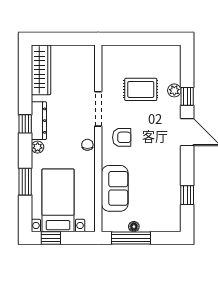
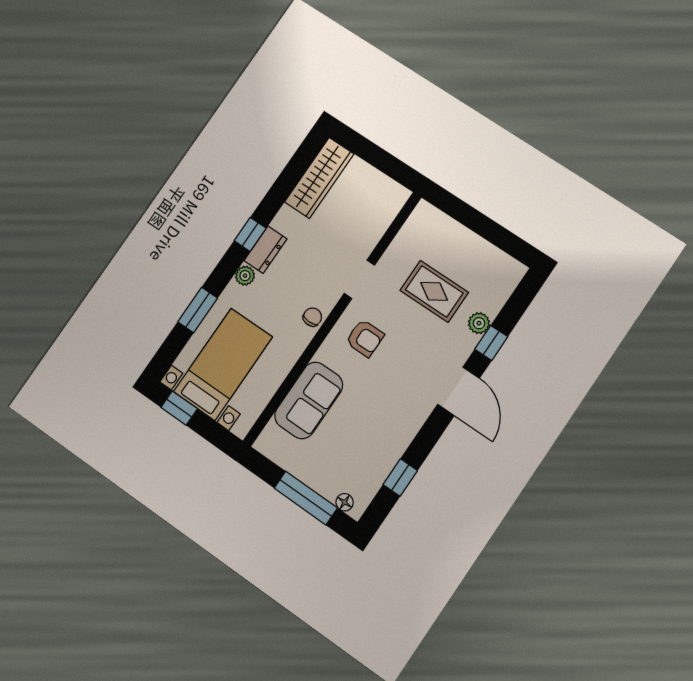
doorway: (98, 109) -> (359, 279), width x0.73
dresser: (39, 121) -> (265, 250), width x0.70
floor lamp: (134, 227) -> (345, 502), moved
window: (131, 238) -> (306, 498), moved

